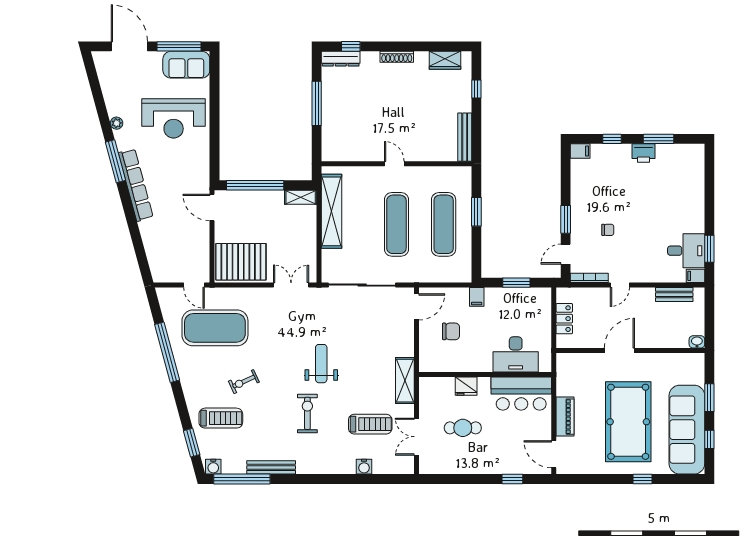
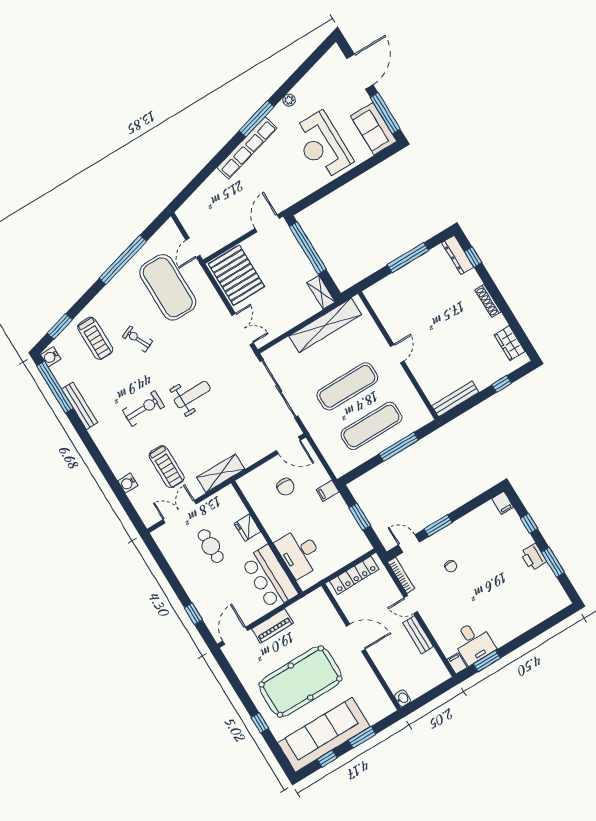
window: (476, 212) -> (399, 447), width x1.44
bench: (674, 295) -> (418, 635), moved
locker: (564, 319) -> (354, 575), width x1.53

